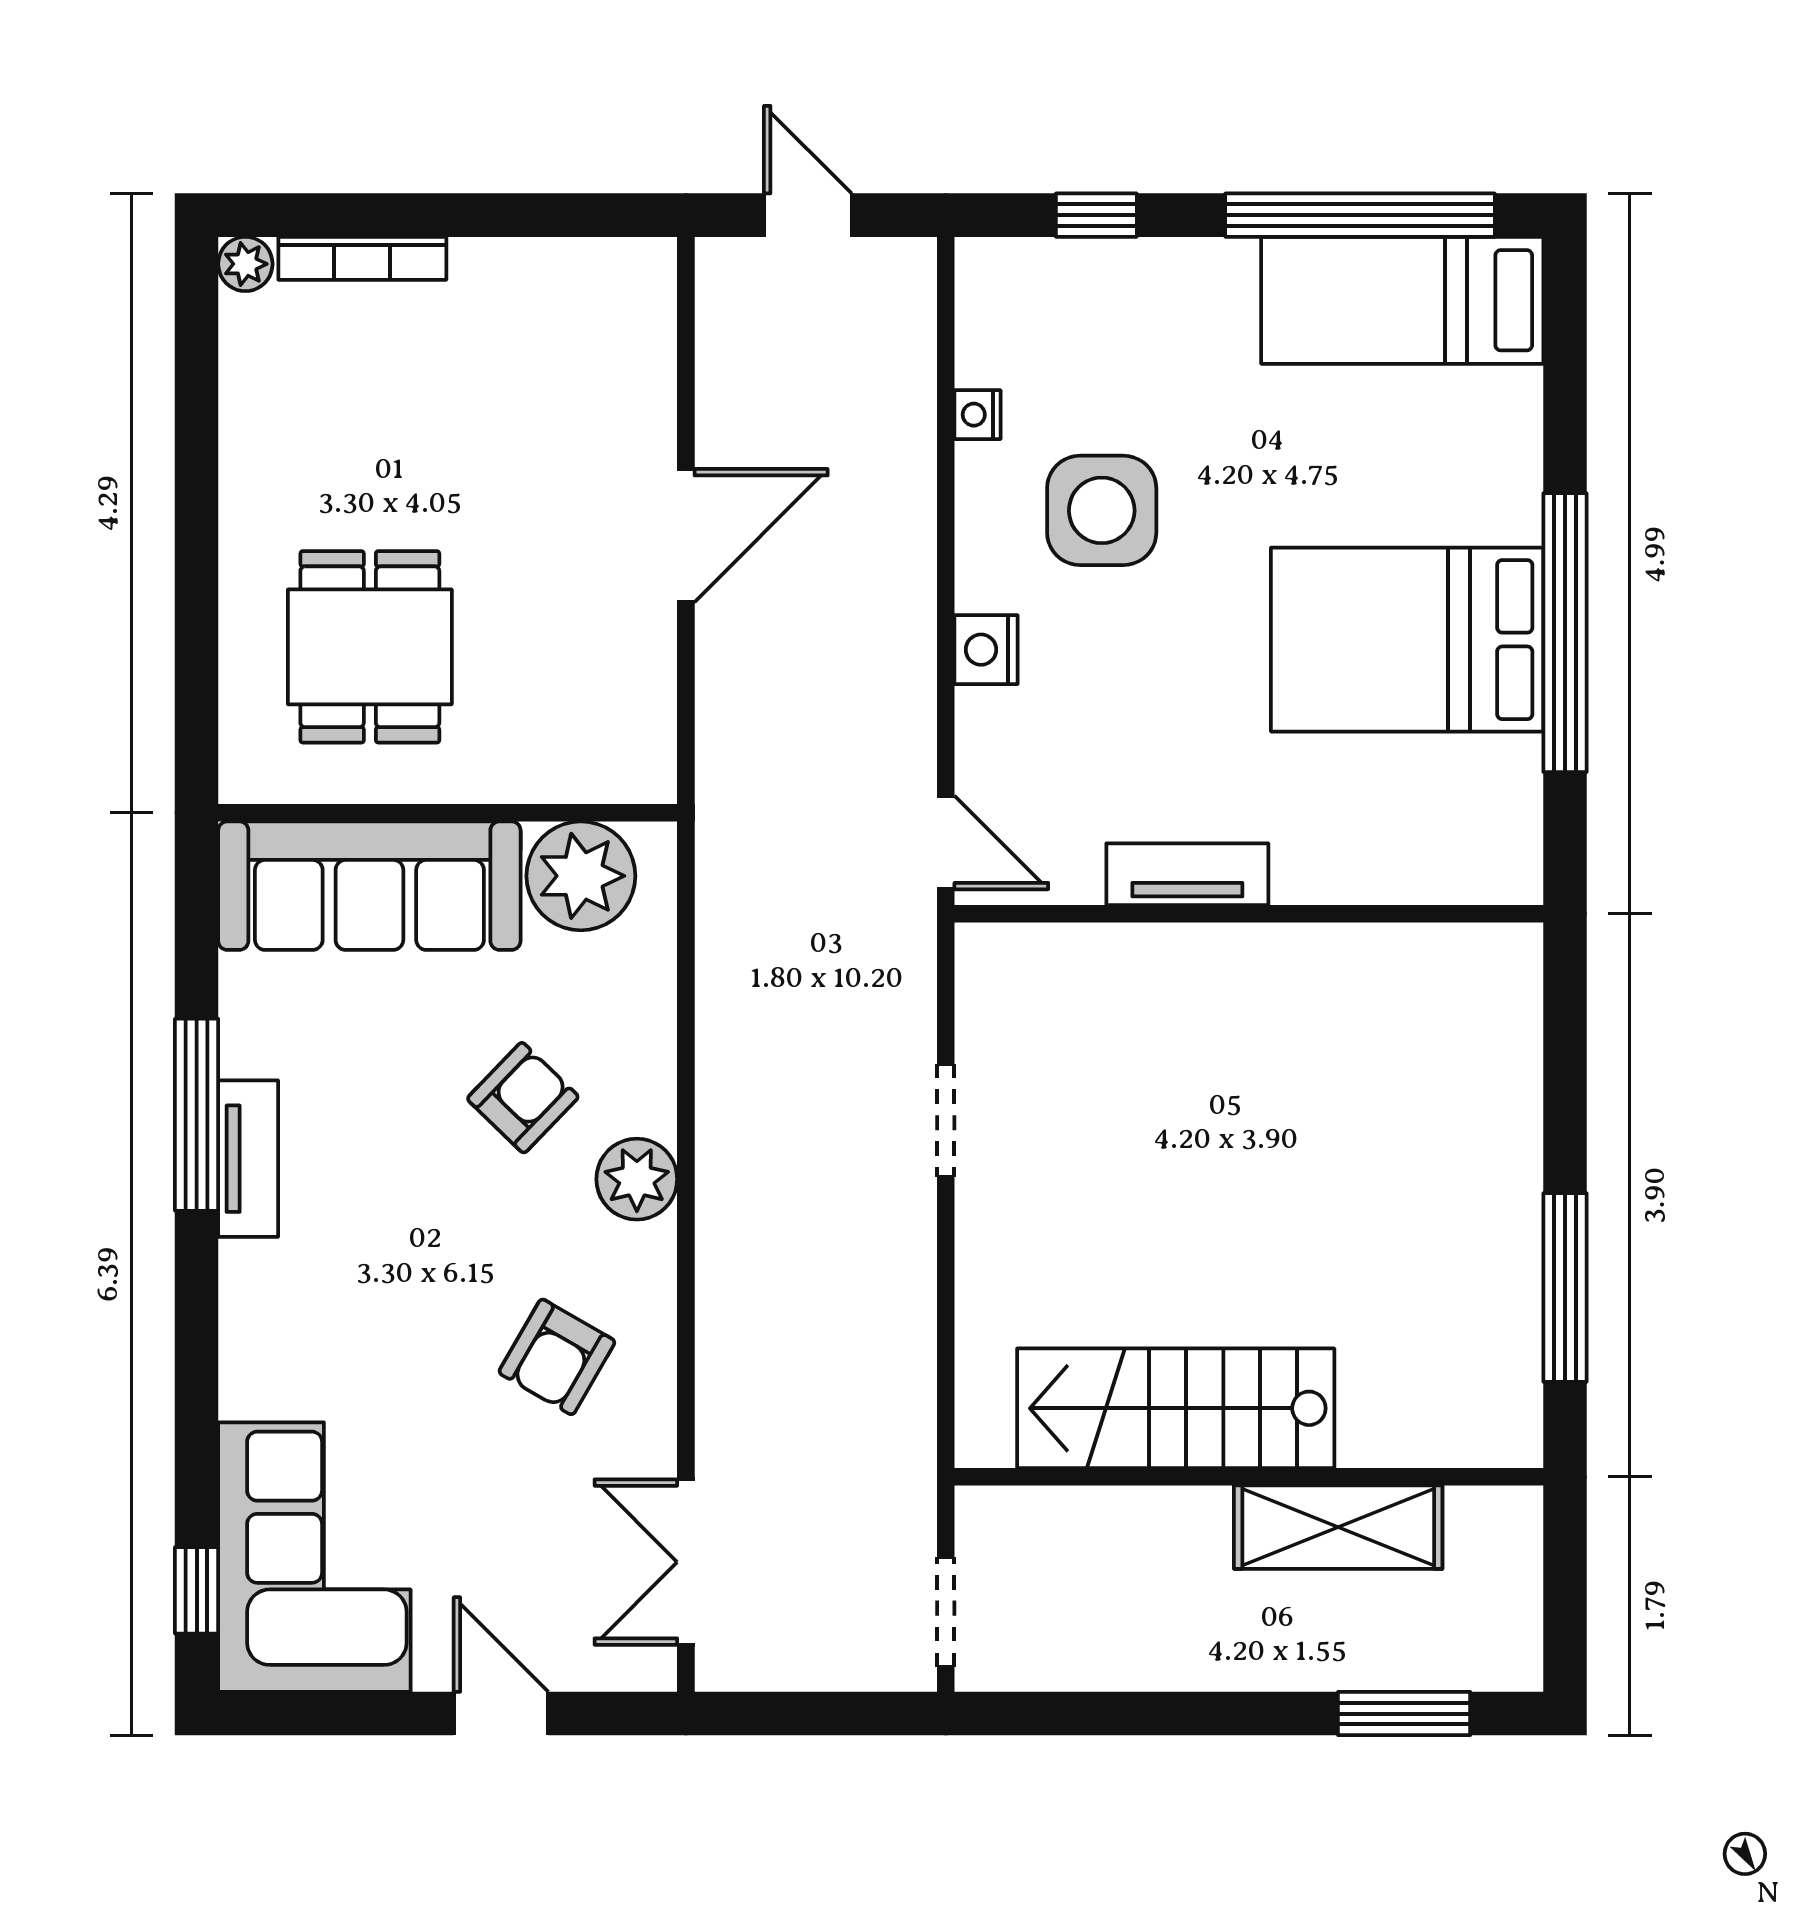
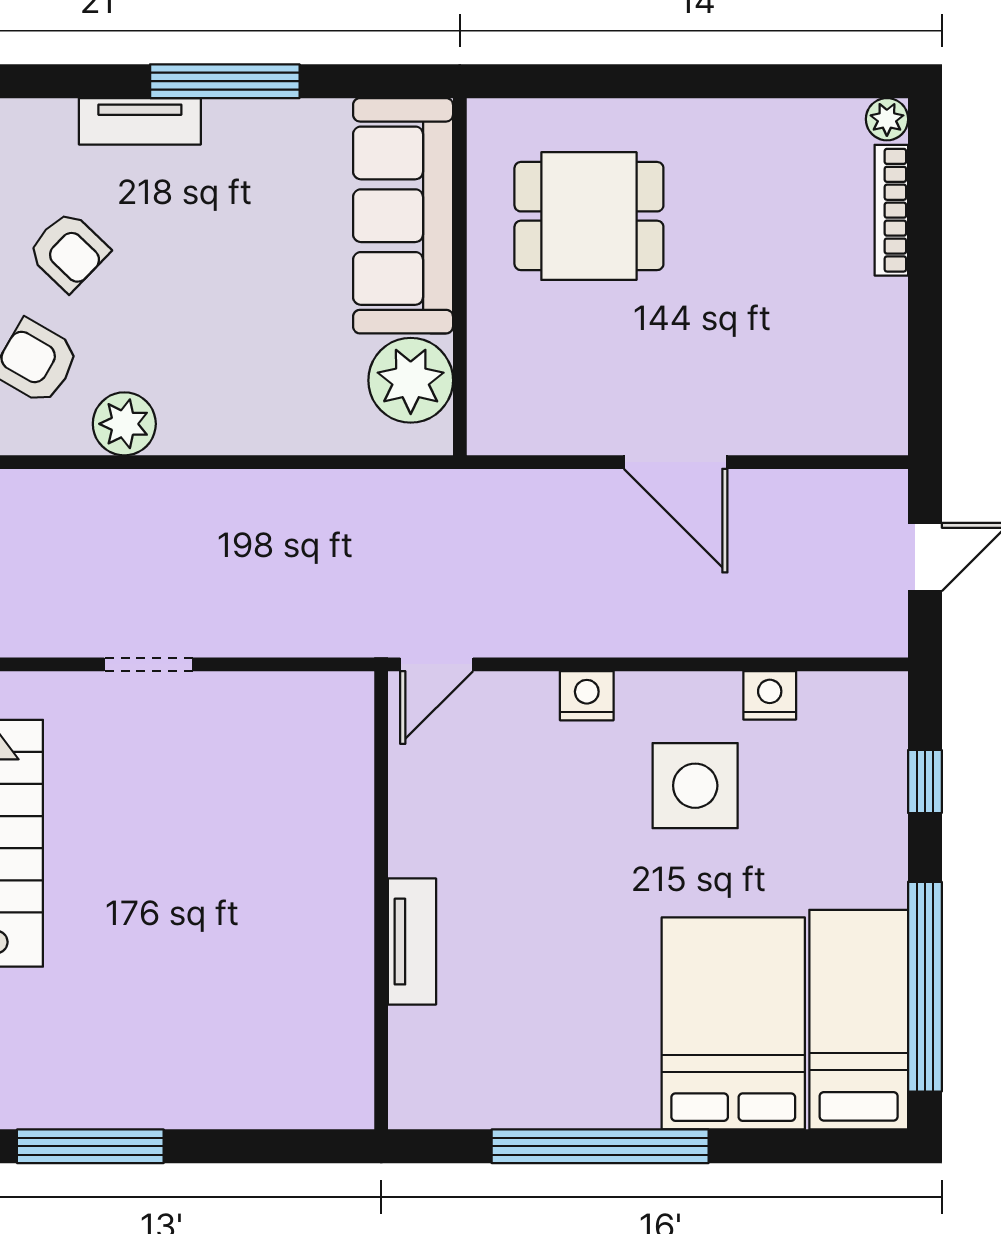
nightstand: (977, 415) -> (770, 695), width x1.39, depth x1.35
bed: (1407, 640) -> (733, 1023), moved
tv unit: (1187, 874) -> (412, 942), moved
armchair: (523, 1098) -> (68, 251), moved
doorway: (946, 1120) -> (148, 664), moved
tv unit: (248, 1159) -> (140, 121), moved
plant: (637, 1179) -> (124, 424), moved

